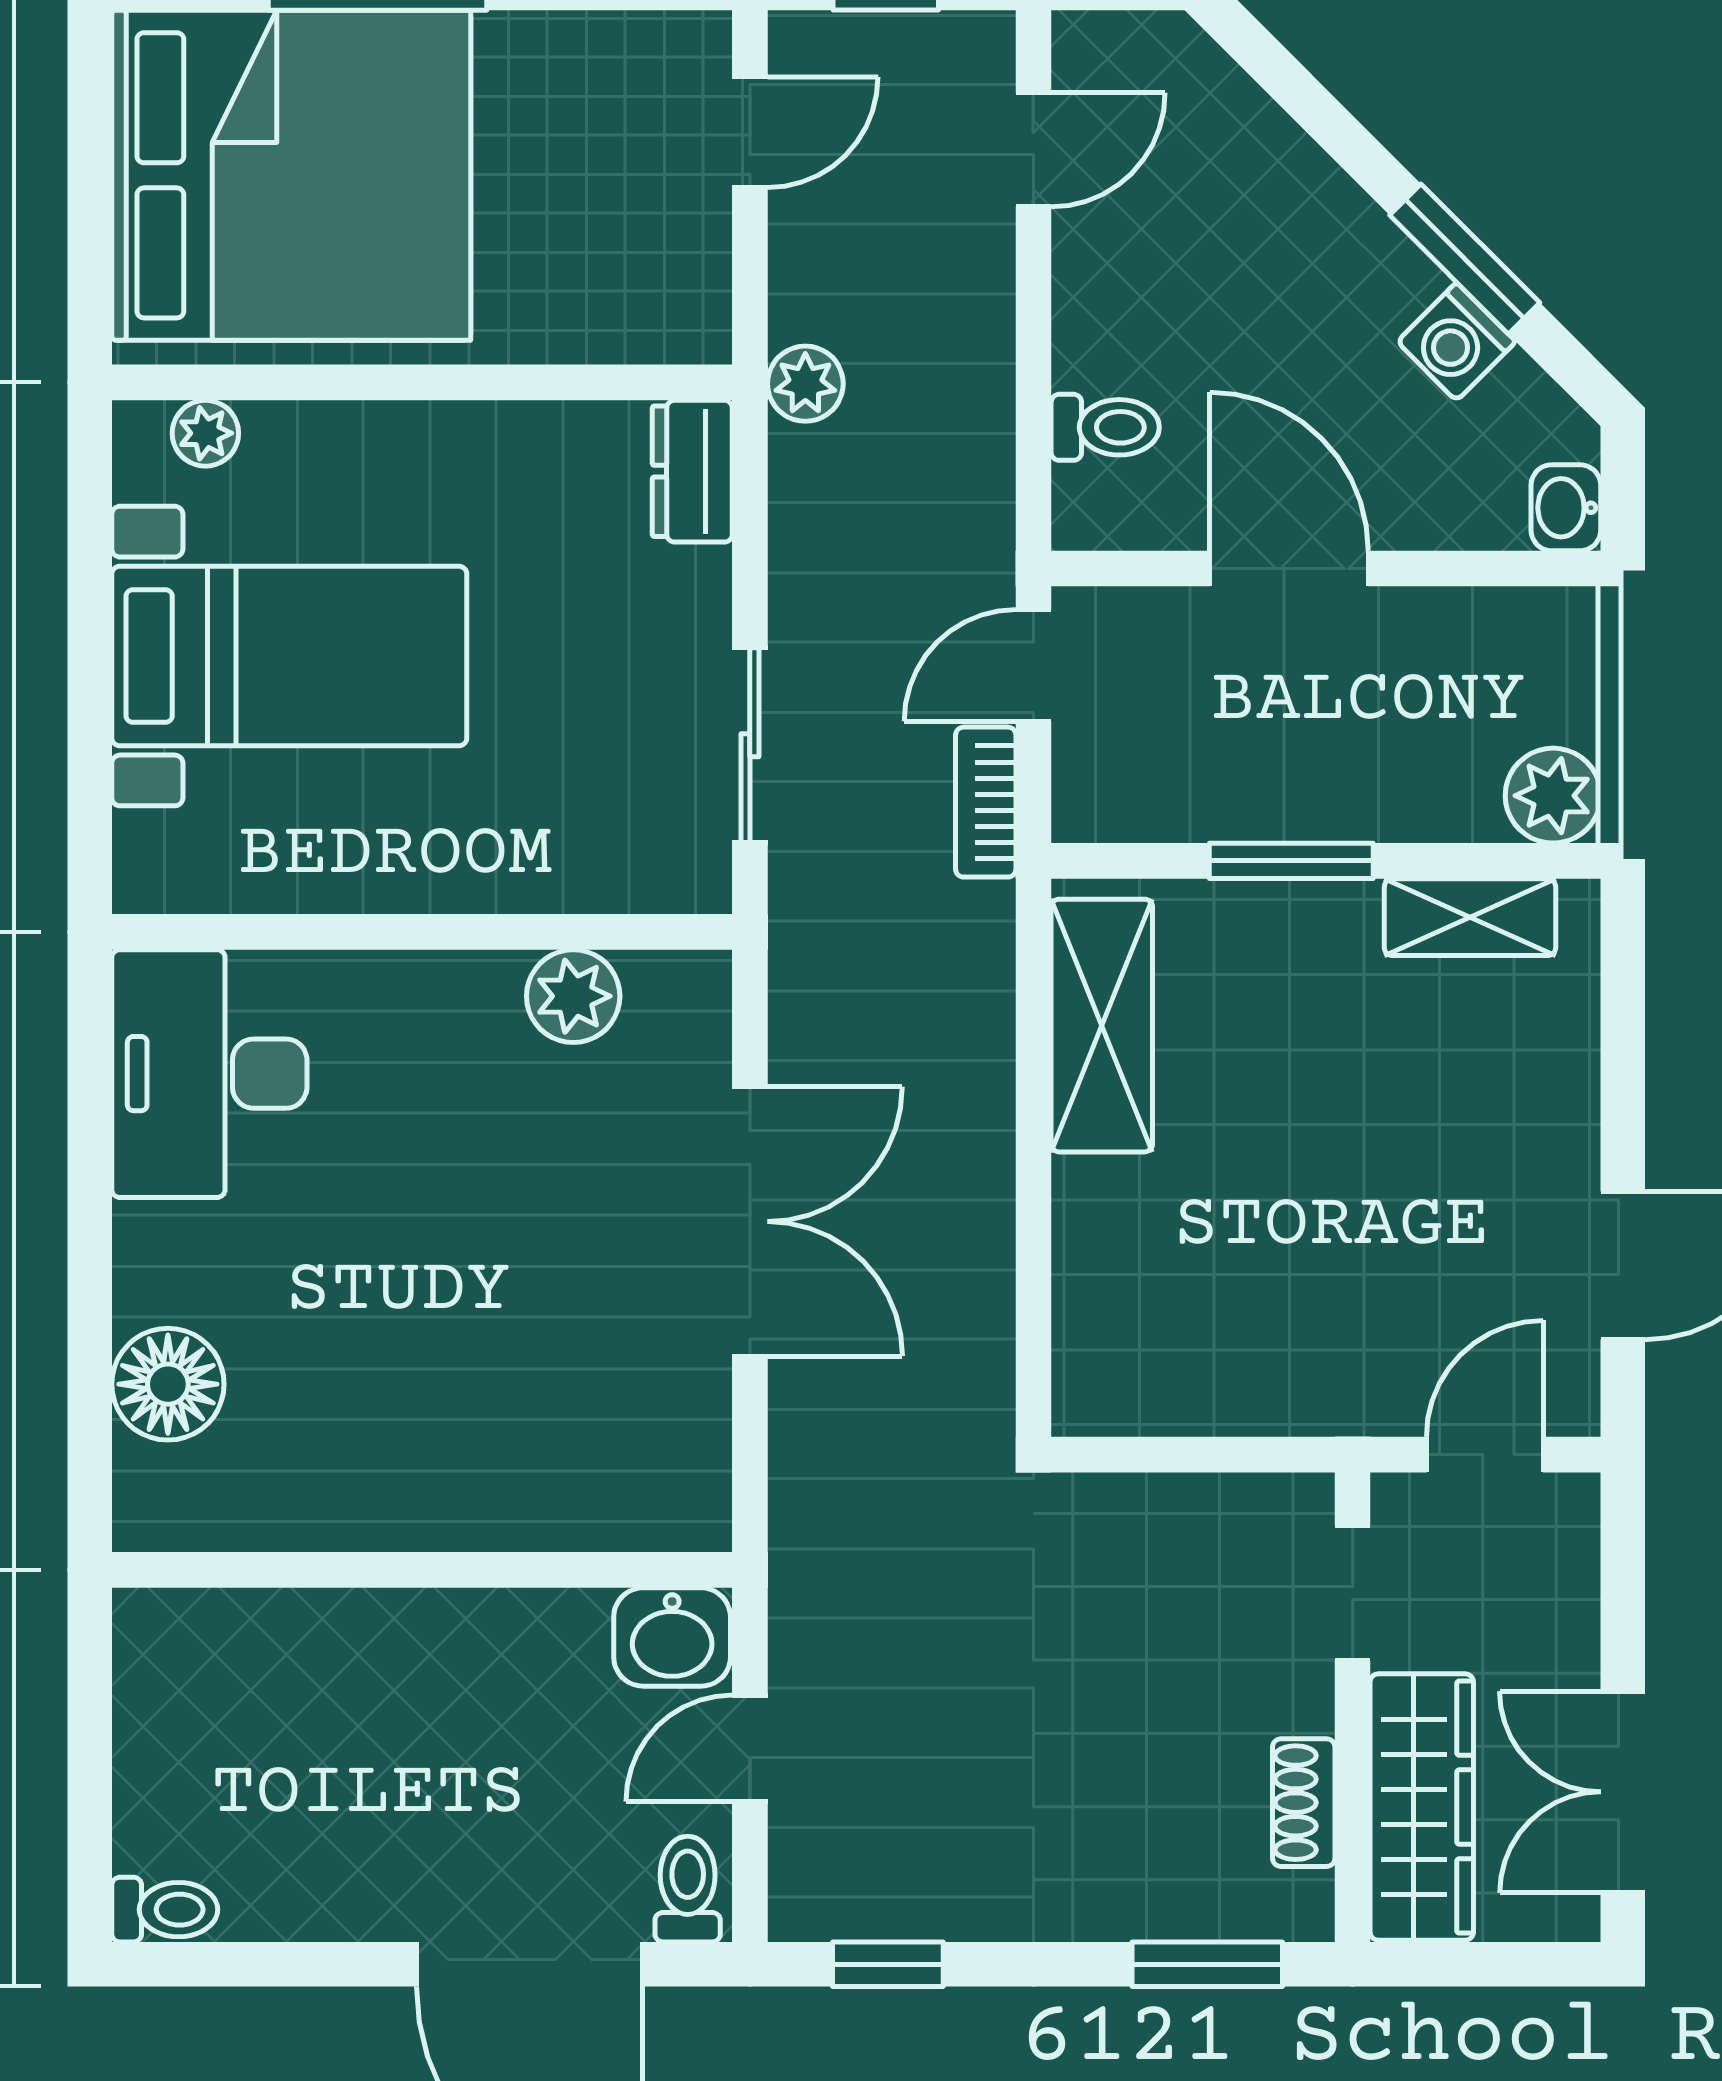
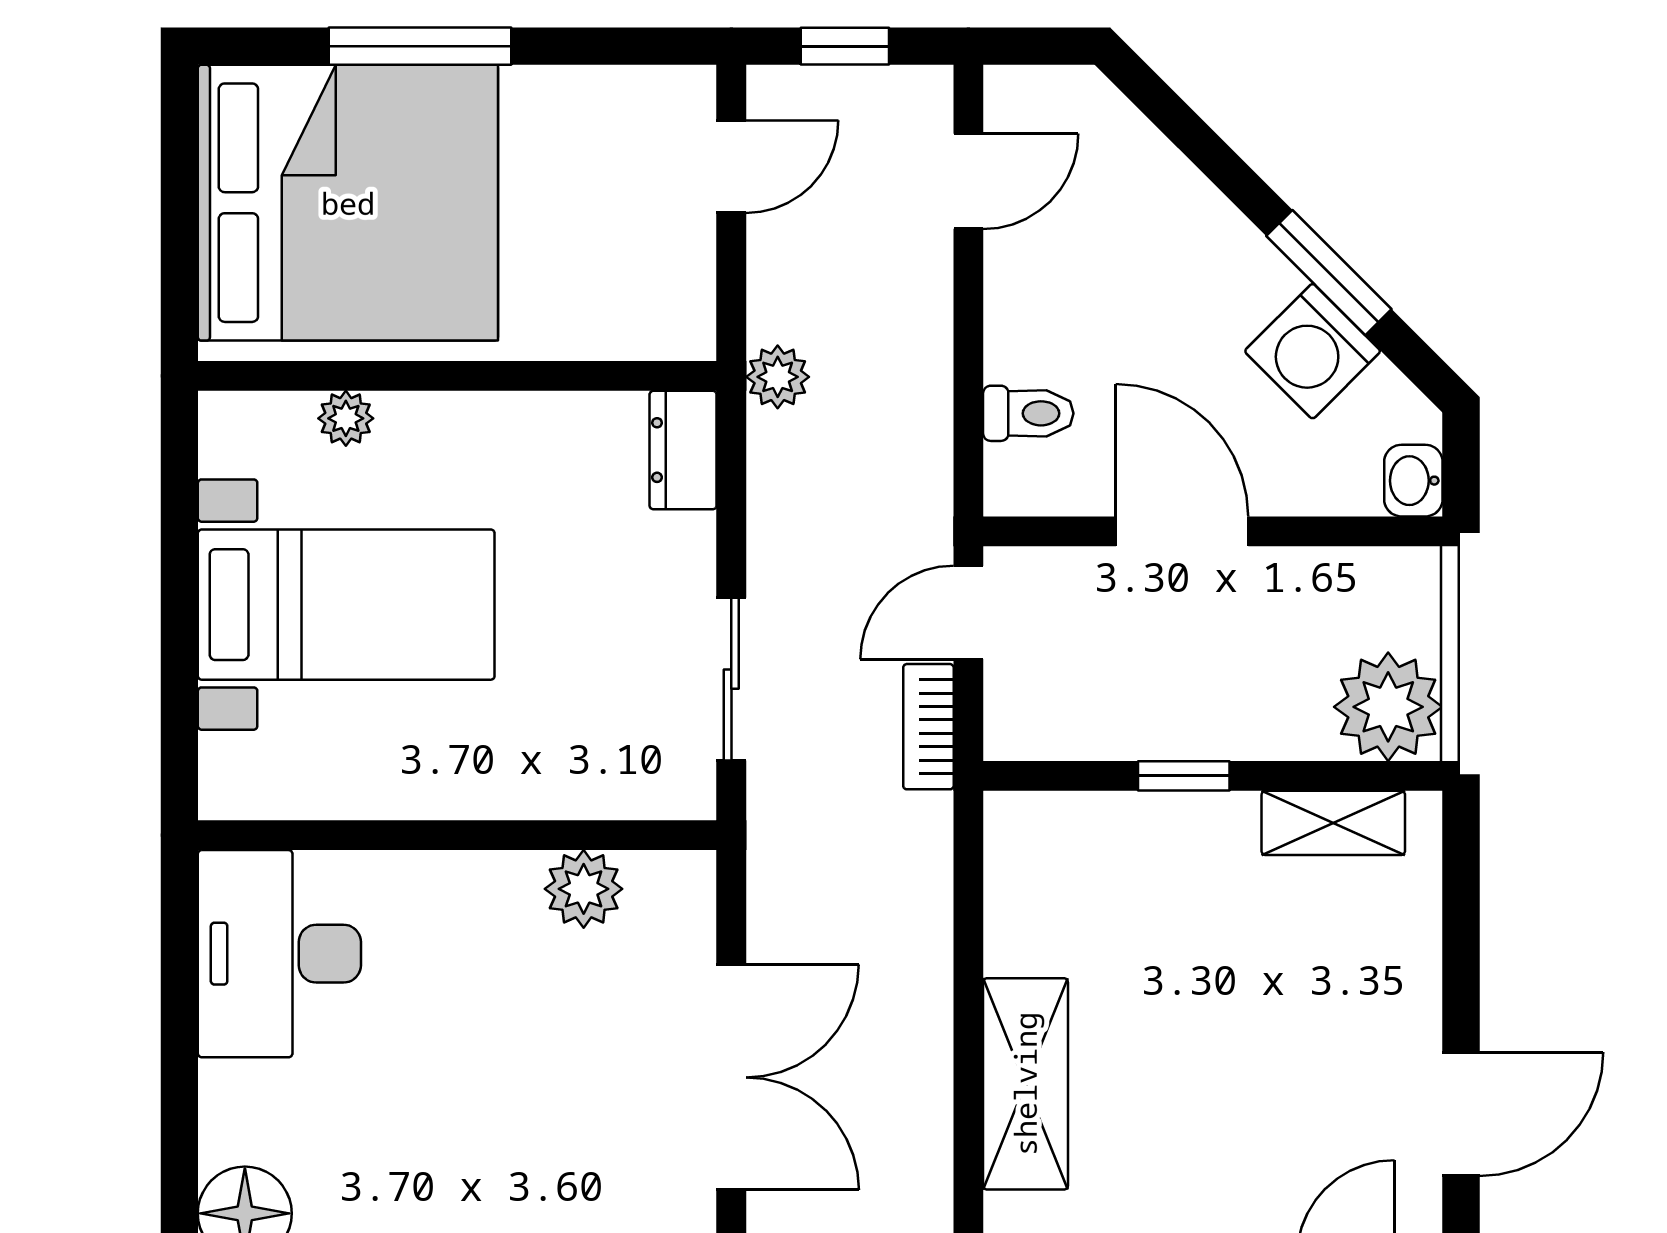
washing machine: (1456, 342) -> (1313, 351), width x1.38, depth x1.38
plant: (205, 433) -> (346, 418), moved
plant: (1553, 796) -> (1388, 707), width x1.36, depth x1.36
window: (1291, 861) -> (1184, 776), width x0.67
shelving: (1102, 1026) -> (1025, 1084), moved

